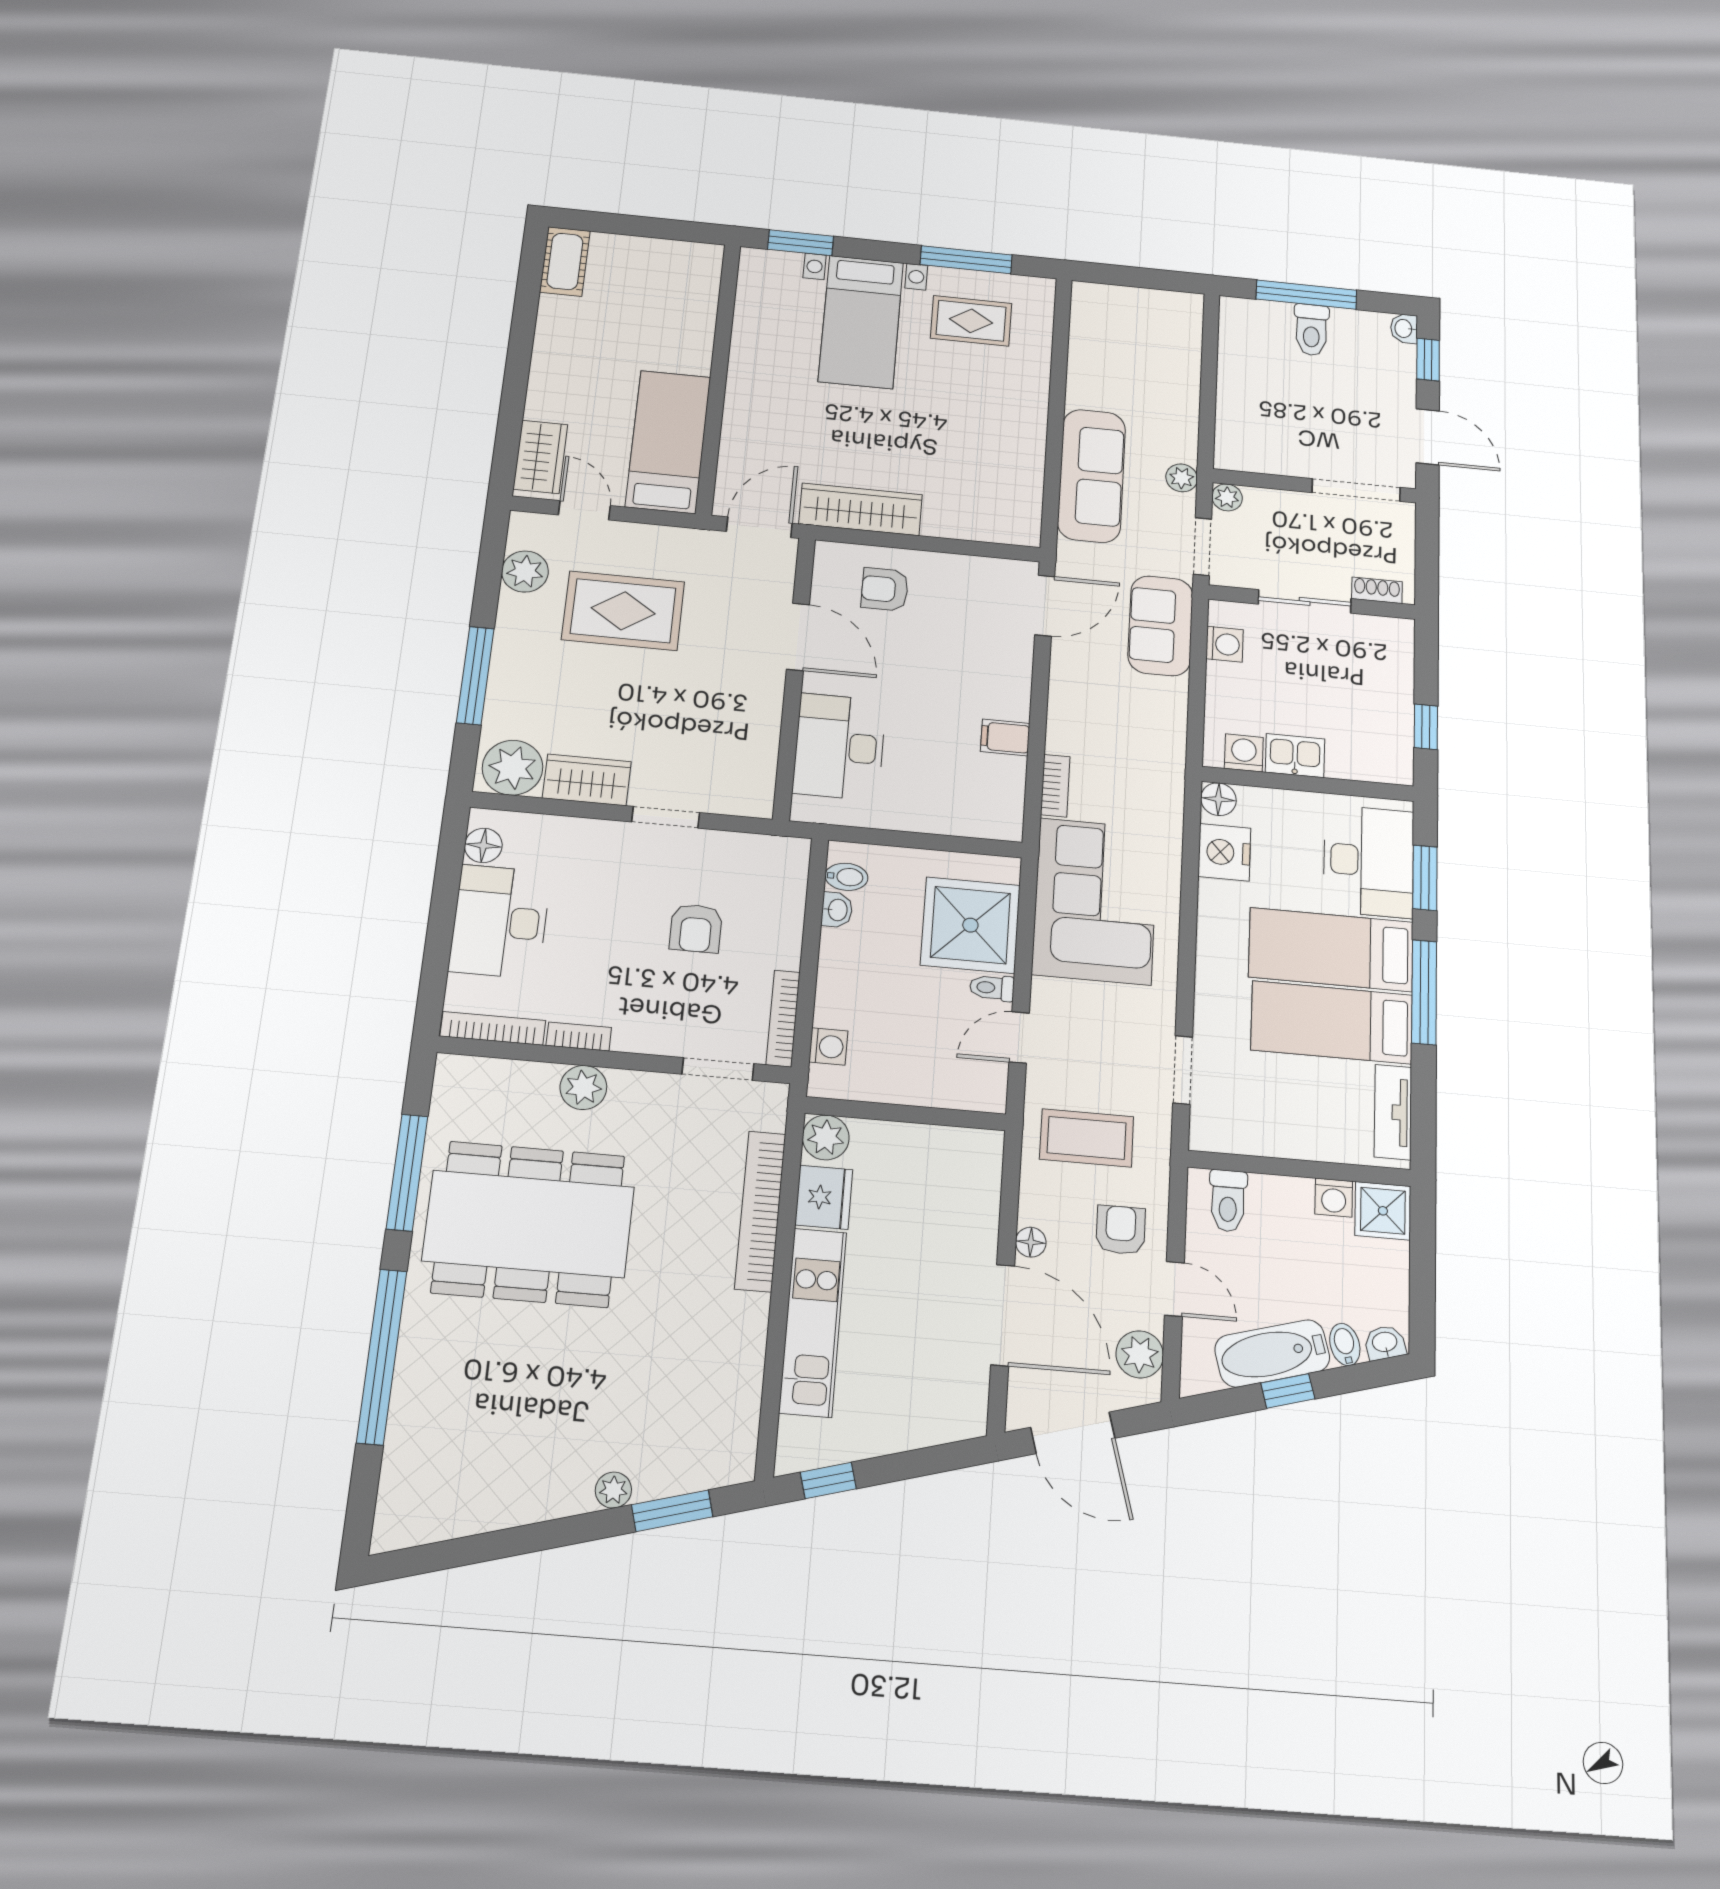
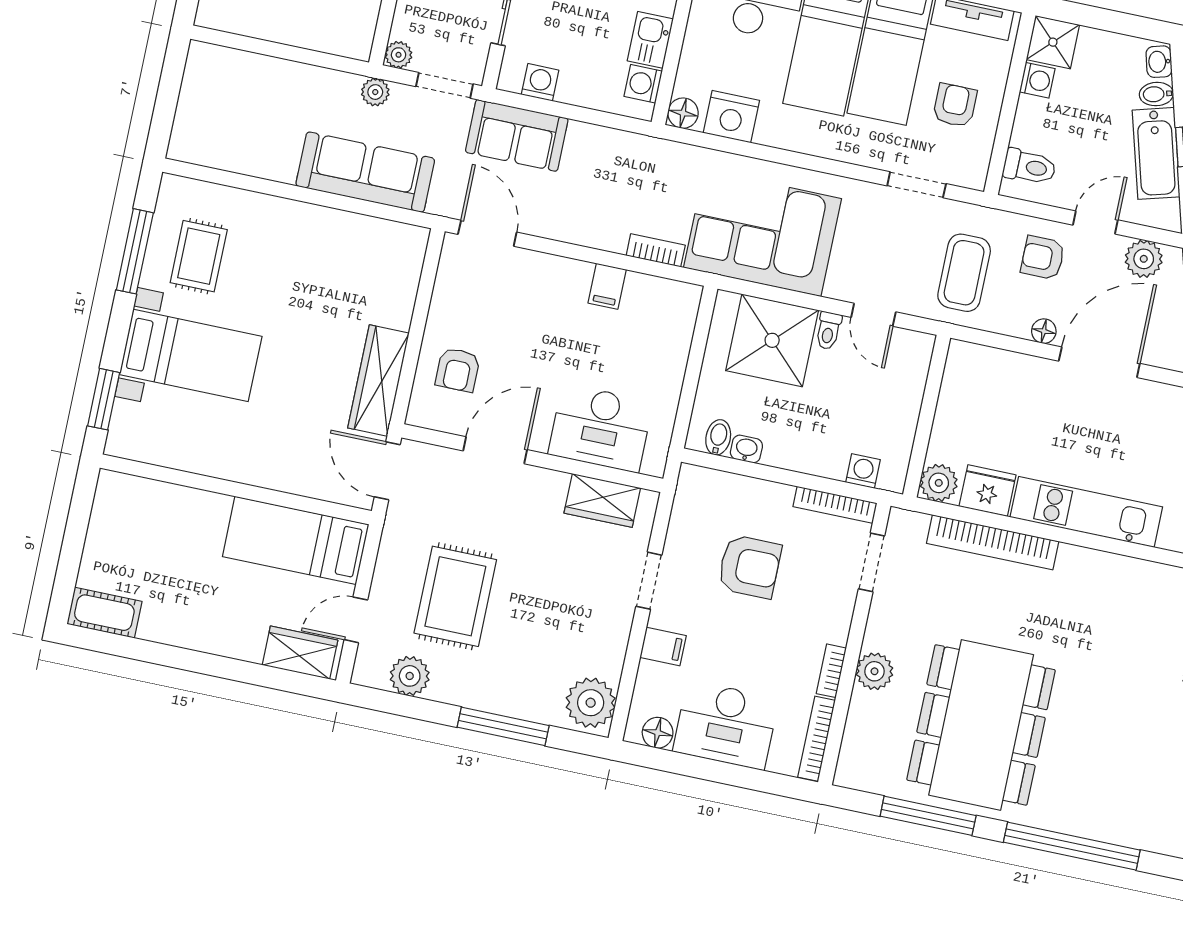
wardrobe: (587, 780) -> (602, 500), moved, turned -90
filing cabinet: (588, 841) -> (663, 646), added
armchair: (696, 928) -> (749, 567), width x1.38, depth x1.38
armchair: (1285, 1104) -> (955, 105), added

